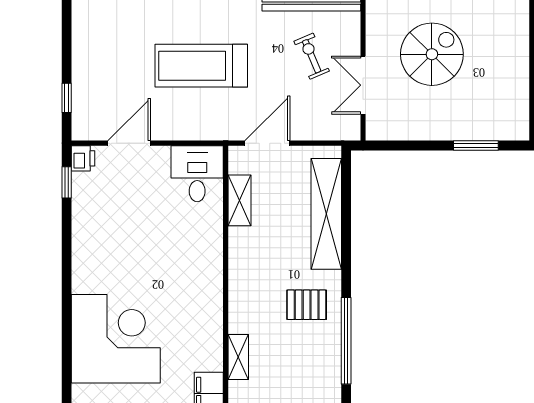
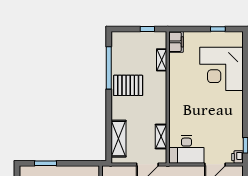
desk: (197, 174) -> (186, 150), width x1.37
shelving: (326, 214) -> (119, 139), width x0.68
pallet: (307, 305) -> (128, 85), width x1.50, depth x1.42

